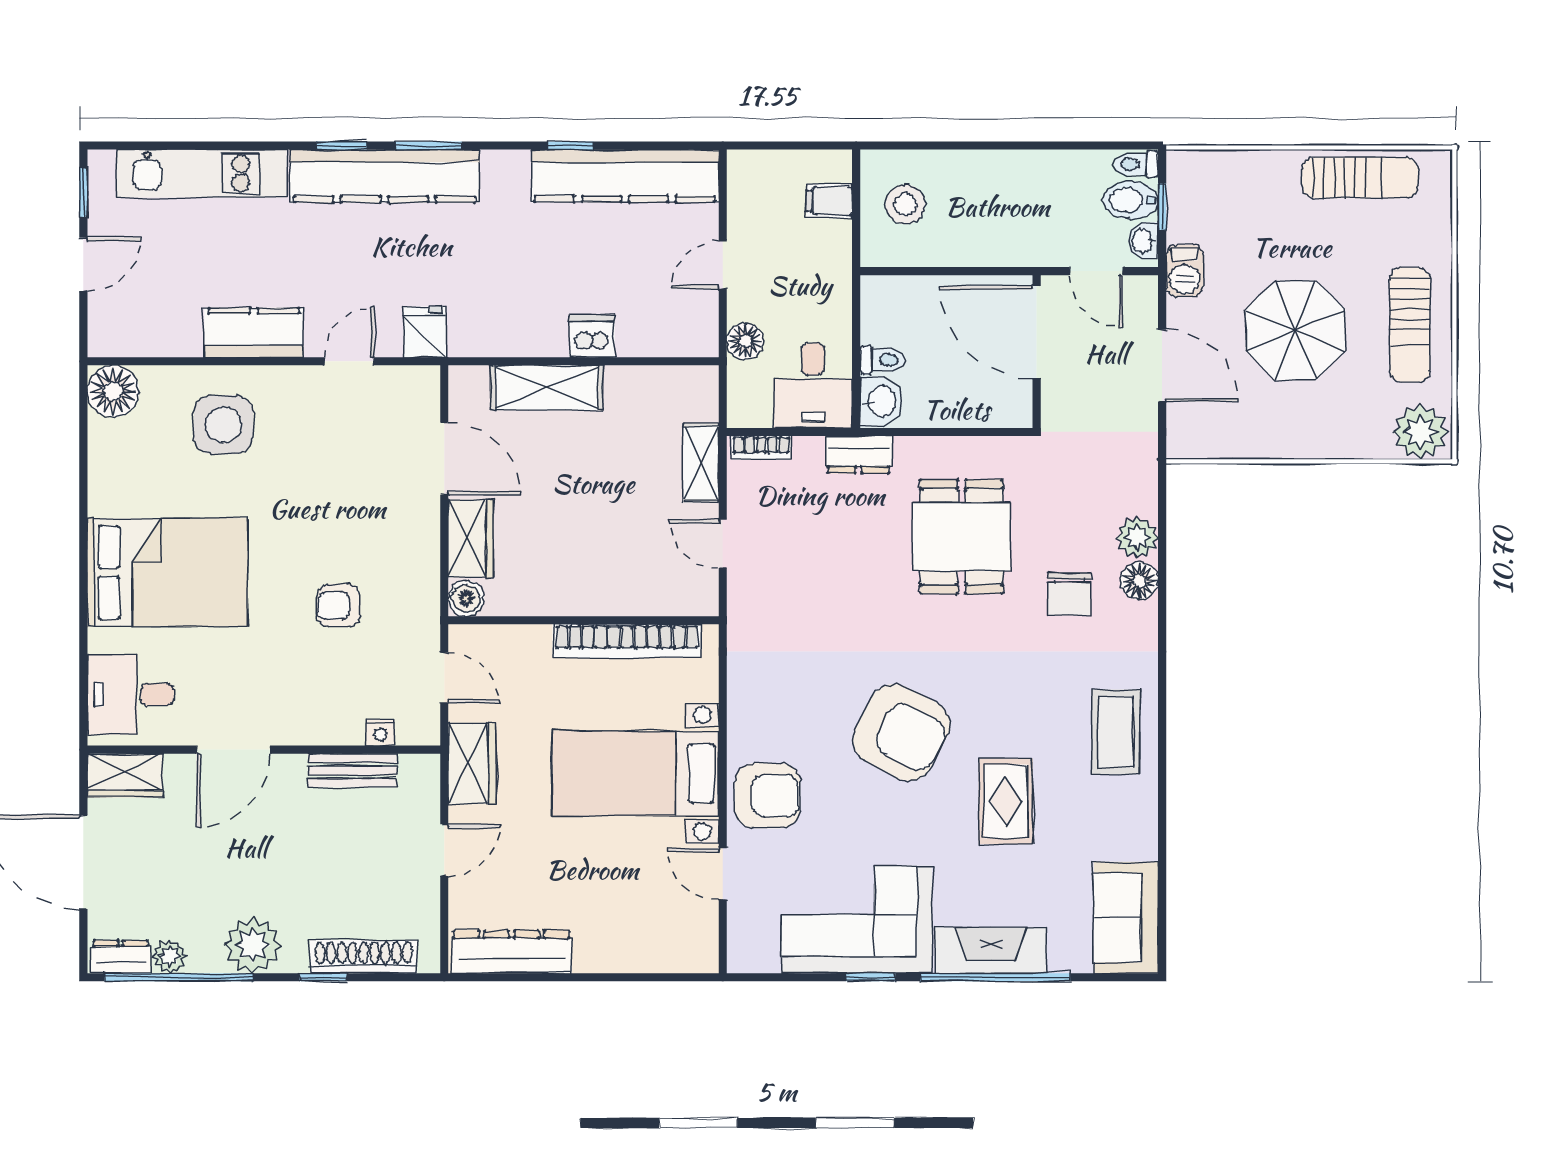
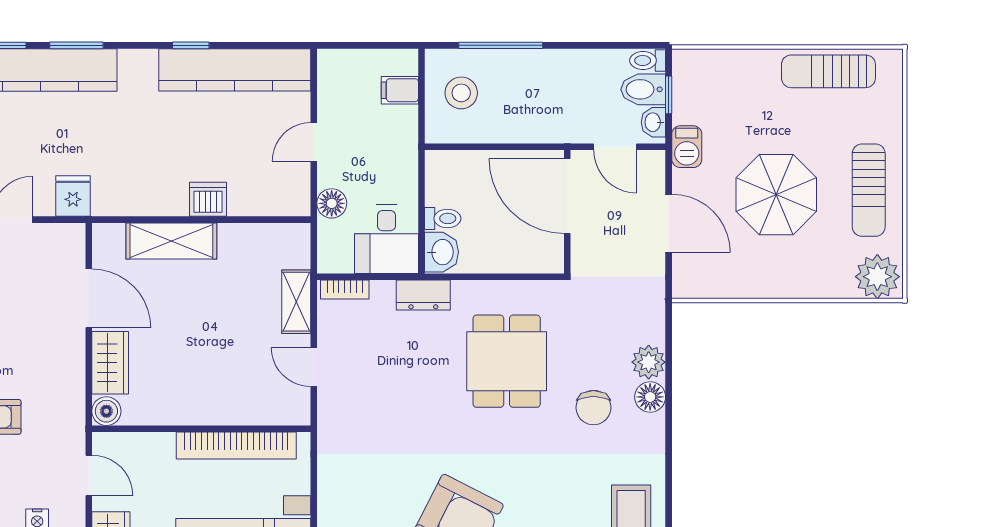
window: (954, 146) -> (501, 45), added
sun lounger: (1360, 178) -> (828, 71), turned 180

